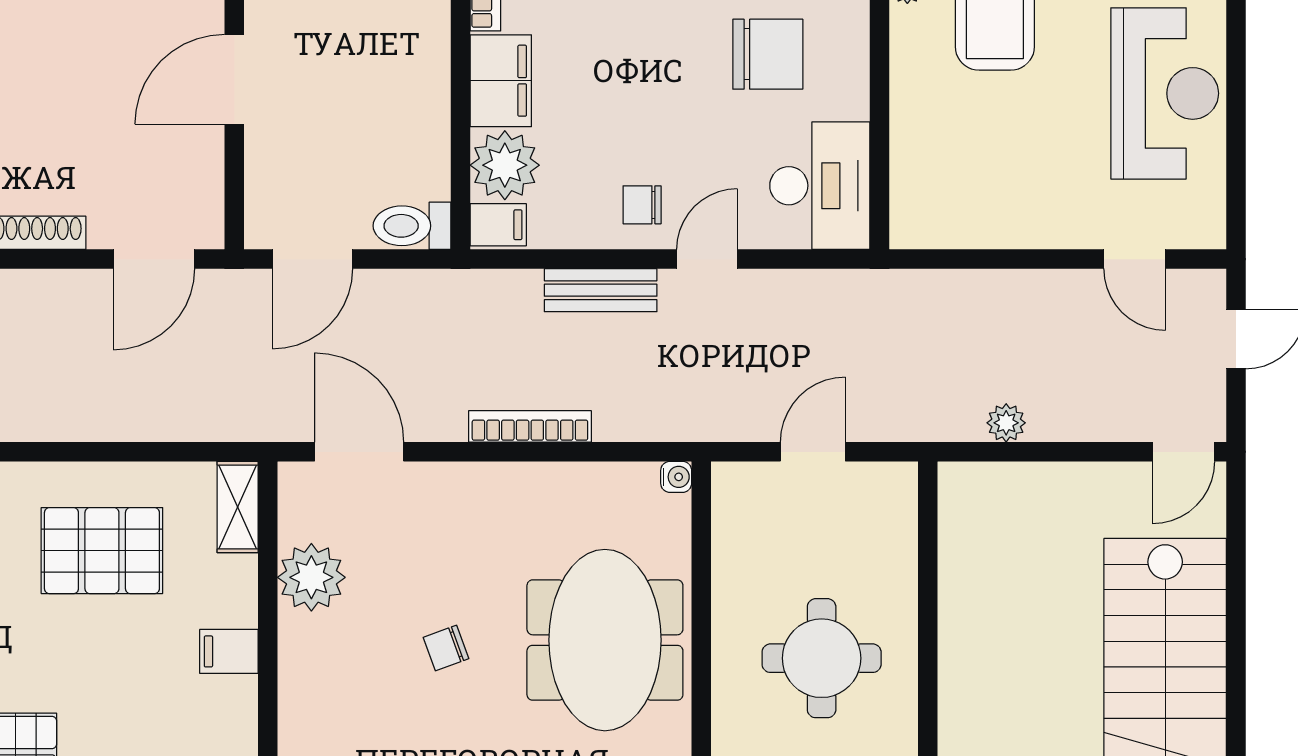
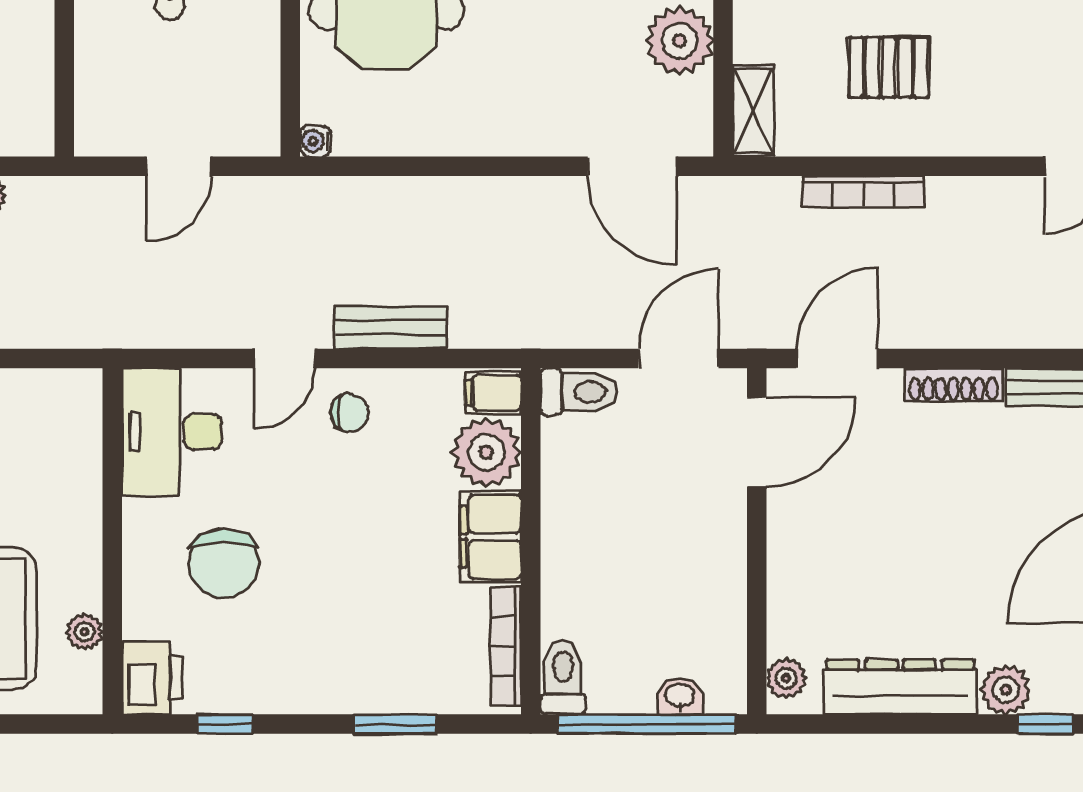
chair: (768, 54) -> (224, 563), turned -90
door: (234, 79) -> (757, 442), moved
bookcase: (530, 426) -> (864, 191), moved
pallet: (102, 551) -> (889, 67), width x0.67, depth x0.71

